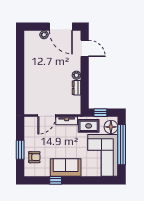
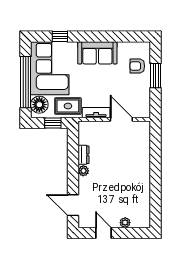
door: (61, 27) -> (103, 233), width x0.53
door: (47, 115) -> (121, 119), hinge flipped
window: (56, 180) -> (60, 36), moved

